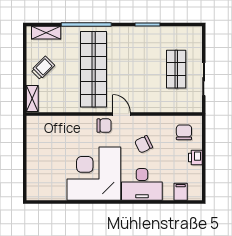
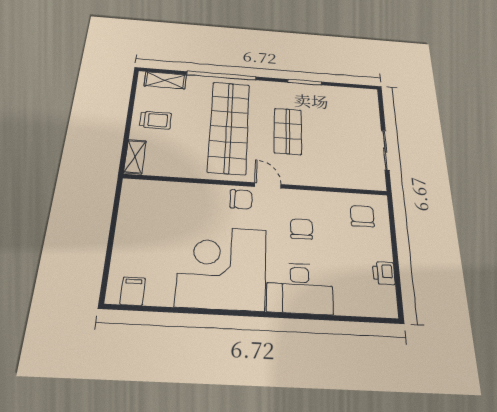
trolley: (43, 68) -> (156, 120), turned 45
shop shelf: (176, 69) -> (288, 131), moved
chair: (144, 144) -> (301, 229), turned 116
printer: (195, 157) -> (384, 273), moved
filing cabinet: (181, 192) -> (133, 291), moved

